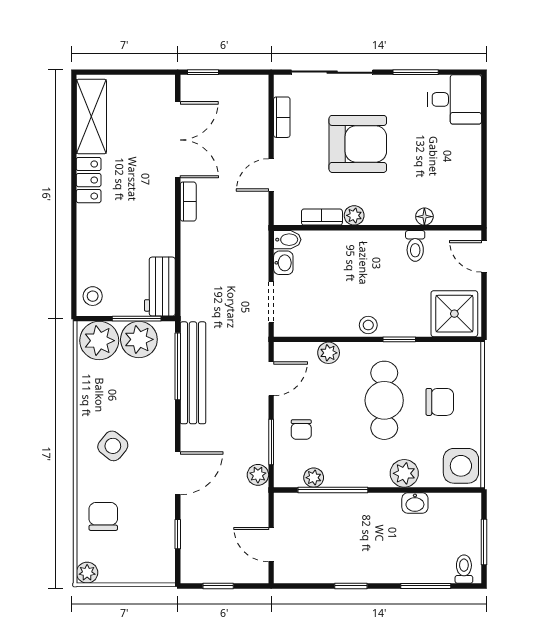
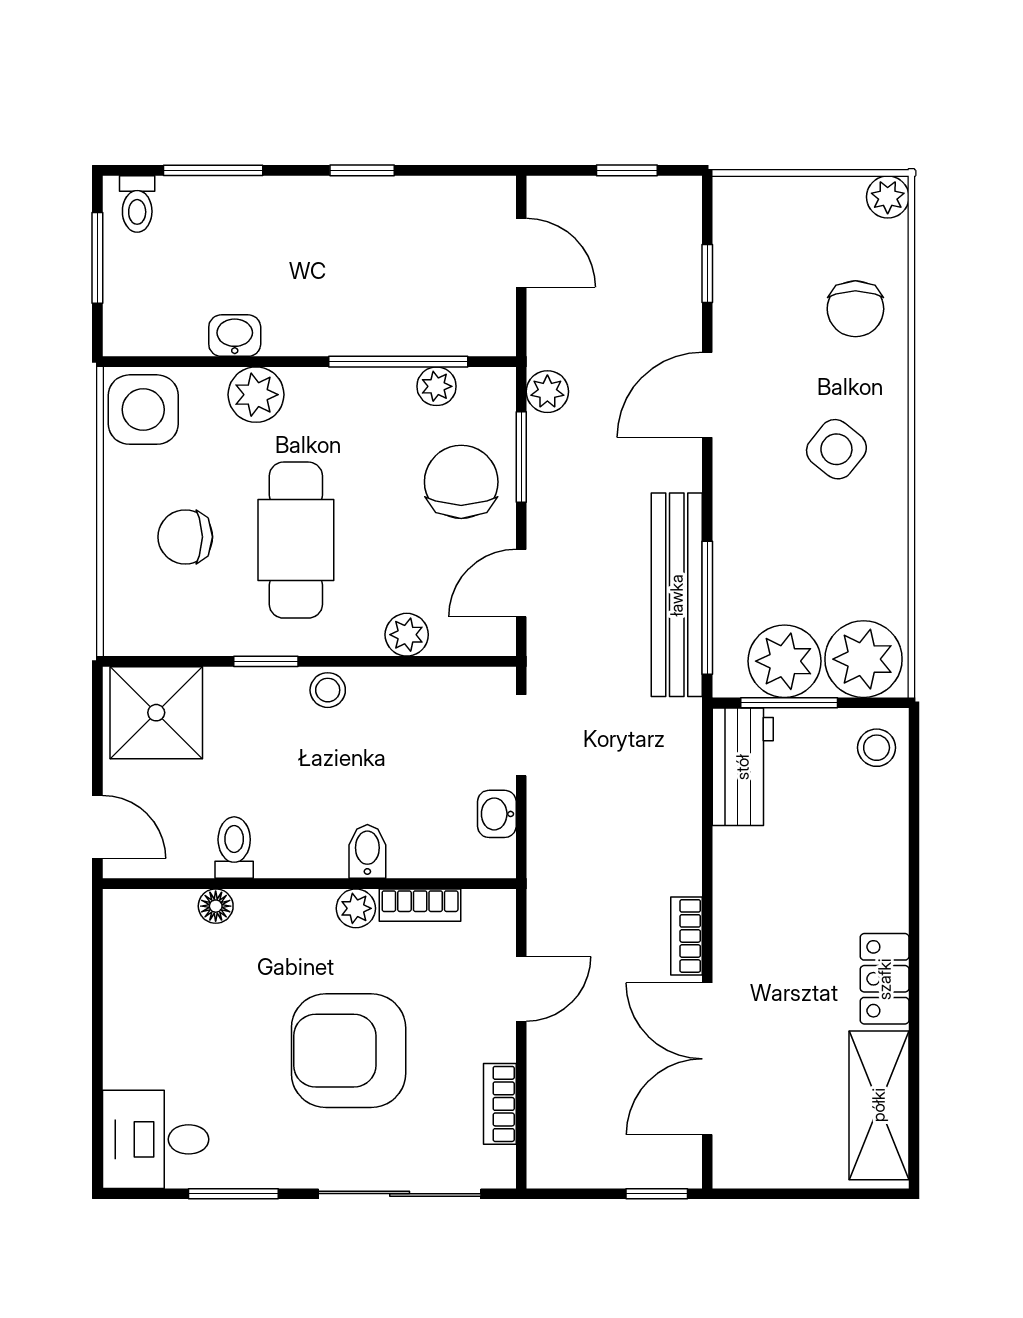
bidet: (287, 240) -> (367, 851), moved, turned 90
chair: (301, 430) -> (461, 482), width x1.87, depth x1.87

